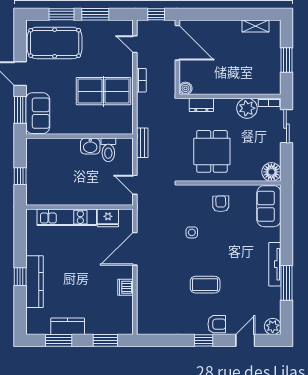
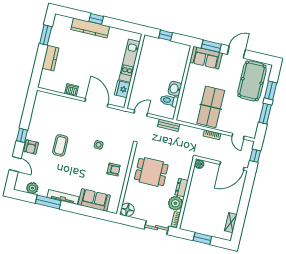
door: (135, 44) -> (238, 136), swing flipped
dresser: (201, 105) -> (182, 188), moved
sofa: (269, 206) -> (94, 200), moved
kitchen counter: (68, 326) -> (50, 58), moved
plant: (273, 326) -> (32, 188), moved
window: (105, 340) -> (38, 67), removed

